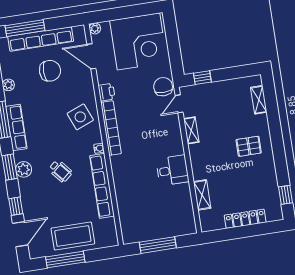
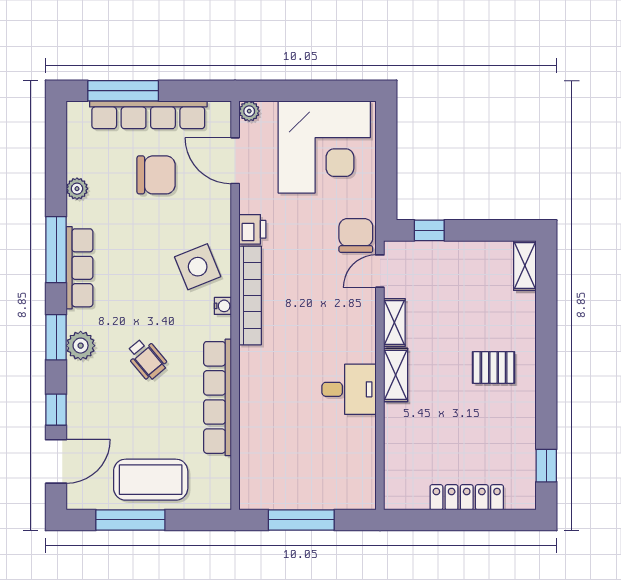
shelving: (259, 100) -> (525, 266), moved
water cooler: (99, 148) -> (223, 306), moved
shelving: (202, 195) -> (396, 375), moved

